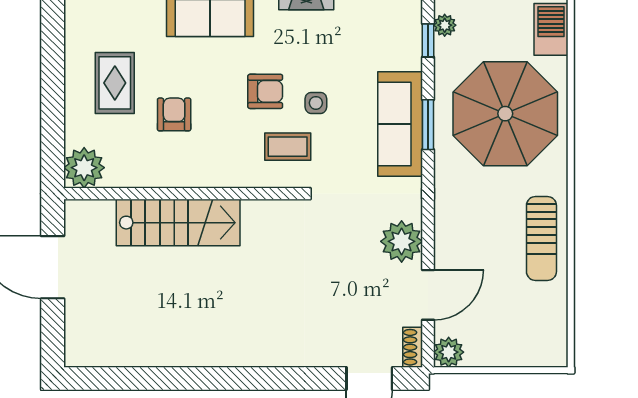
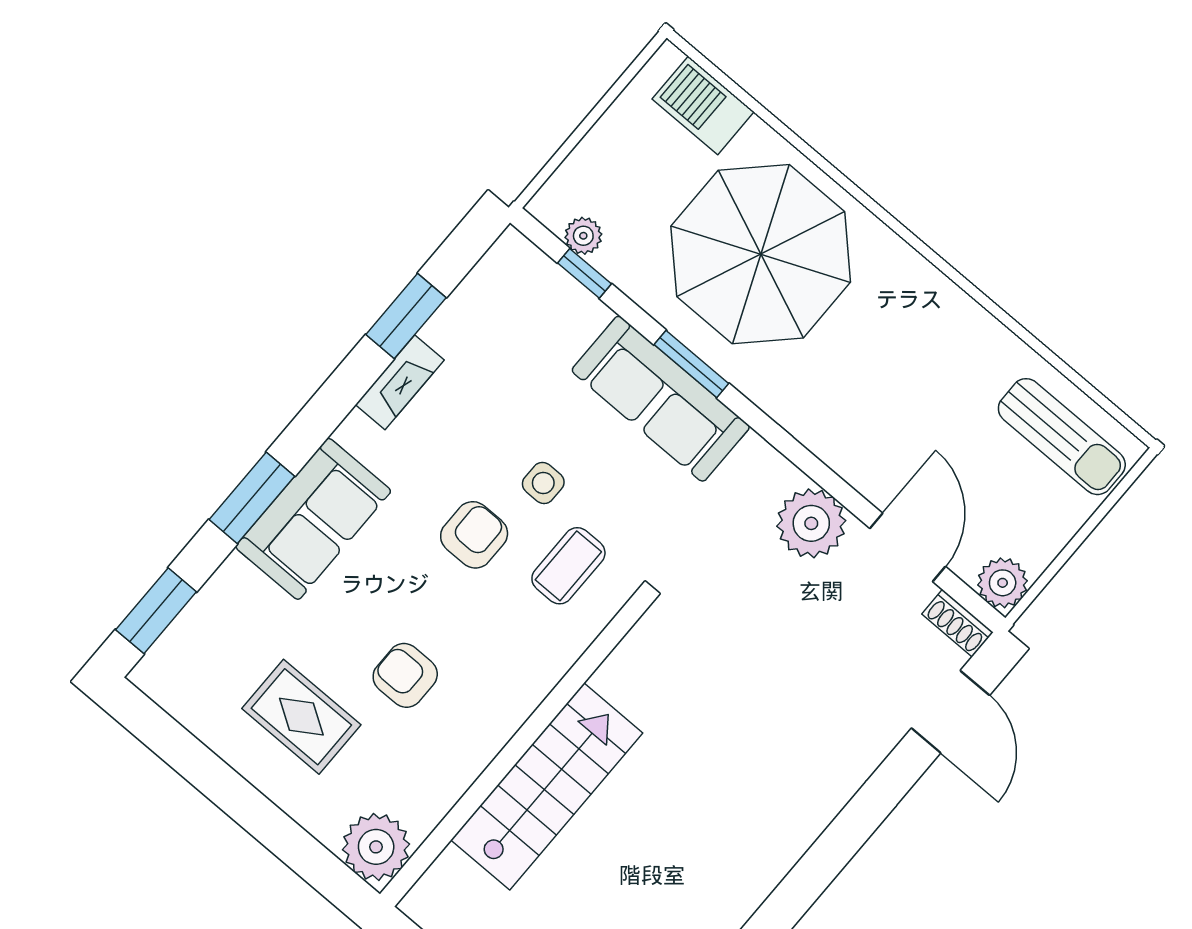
sun lounger: (541, 238) -> (1062, 437), moved

